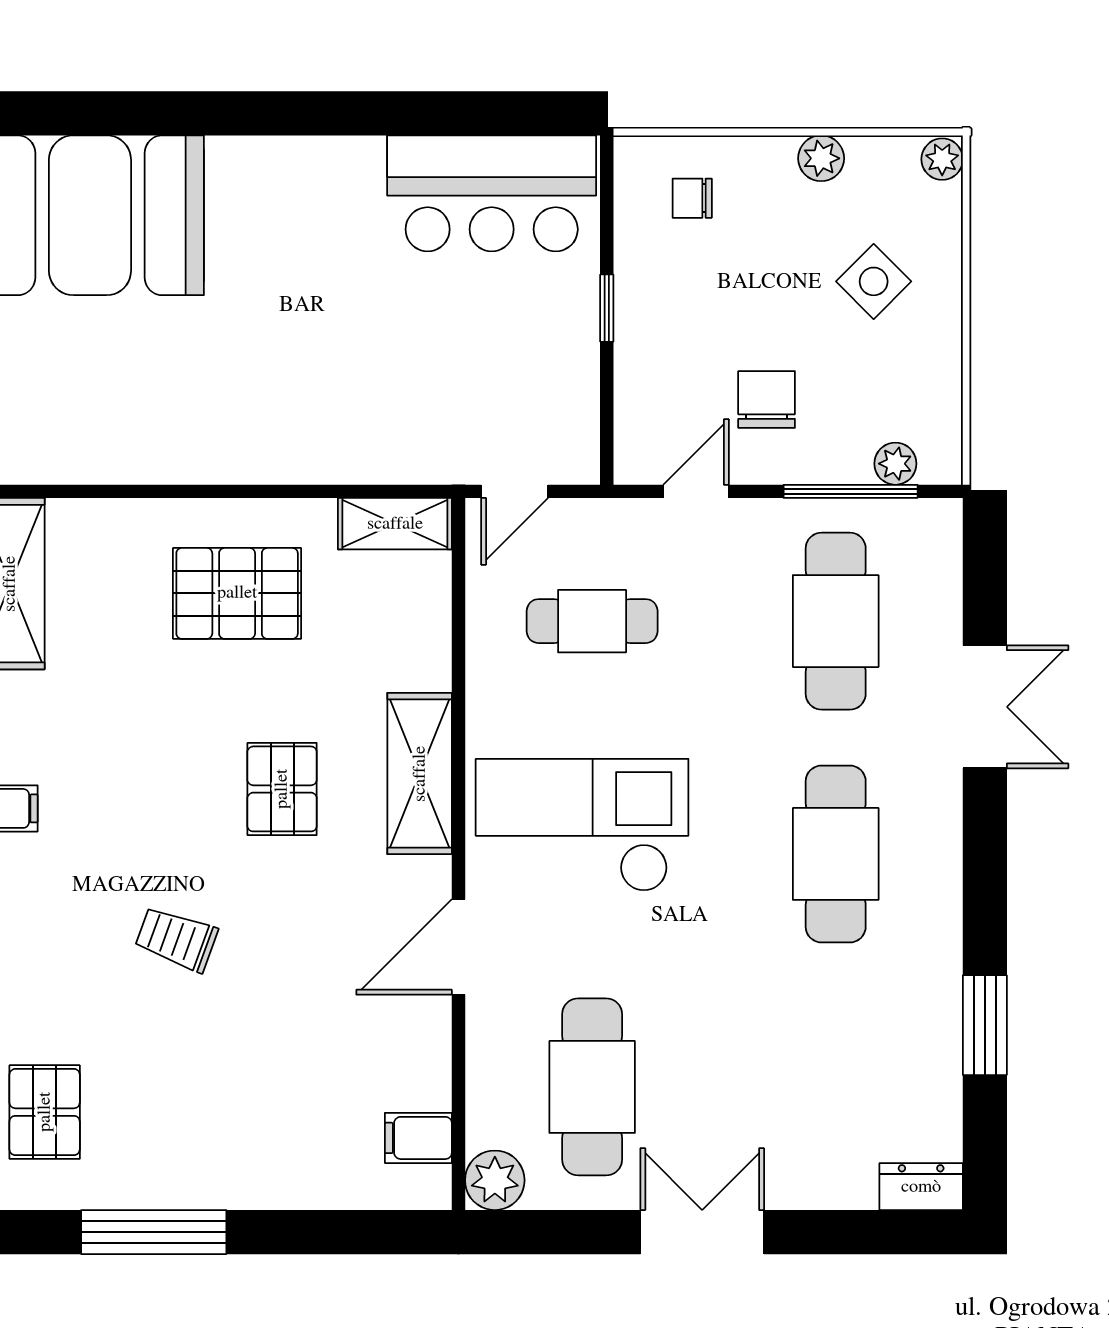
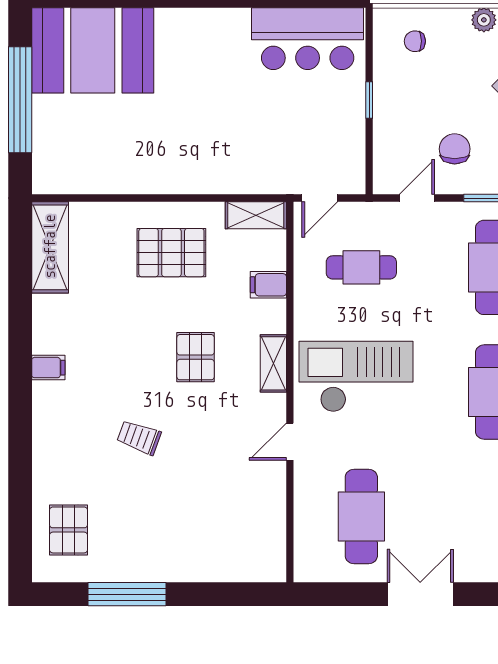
shelving: (420, 774) -> (273, 363), width x0.67, depth x0.75
door: (458, 947) -> (290, 442), width x0.73
filing cabinet: (418, 1138) -> (268, 285), moved
plant: (495, 1180) -> (309, 566), removed

